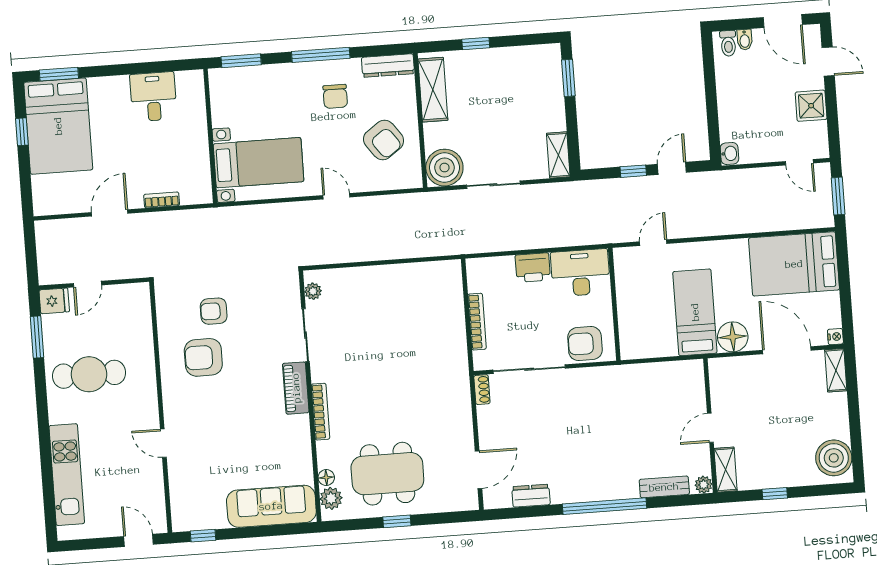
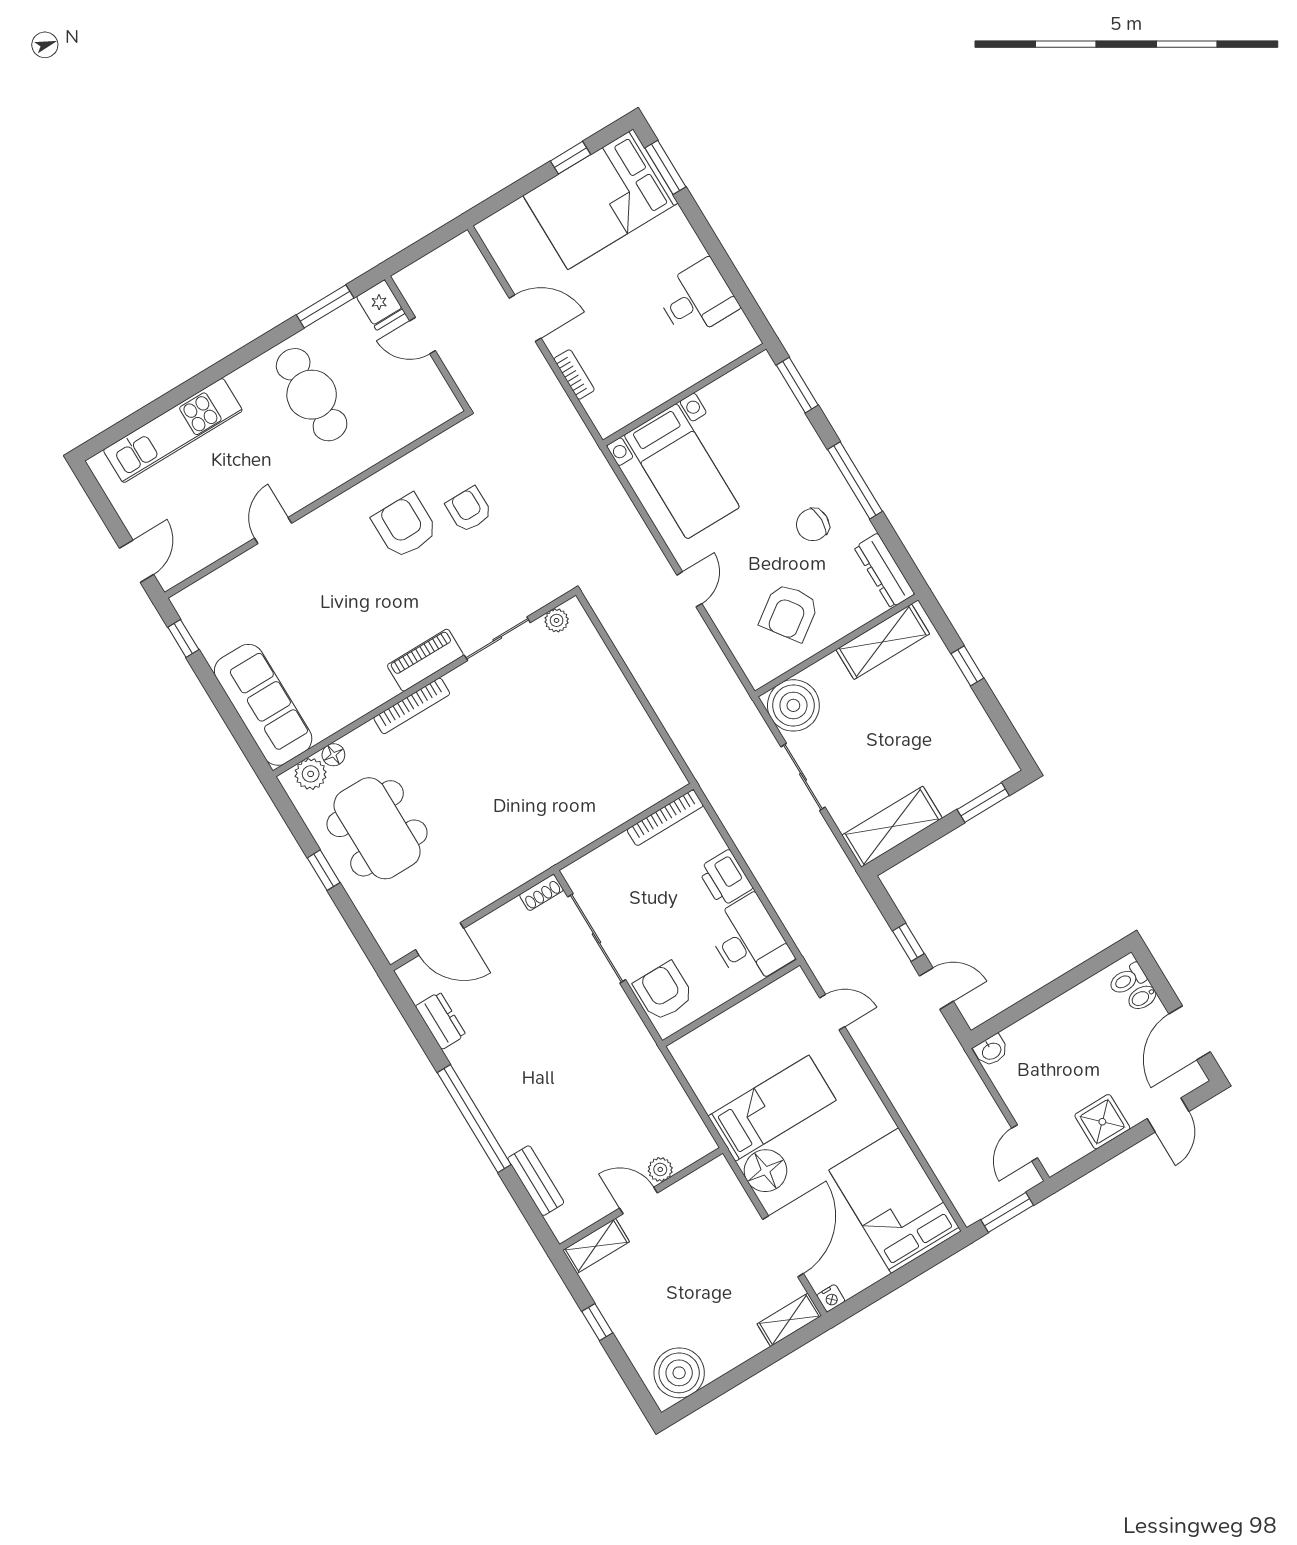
shelving: (558, 155) -> (892, 827), width x1.50, depth x1.33
bookcase: (477, 322) -> (665, 818), moved
plant: (704, 485) -> (660, 1169), moved

